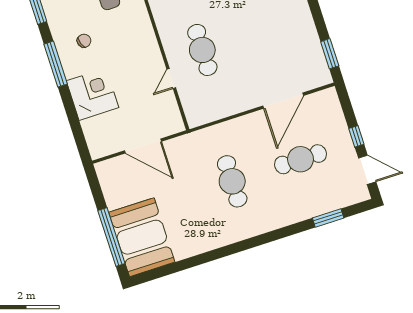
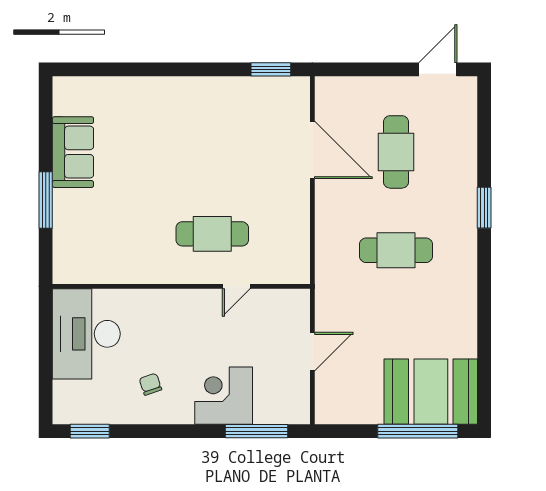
window: (56, 64) -> (257, 431), moved
door: (171, 79) -> (236, 286), hinge flipped
window: (356, 136) -> (390, 69), removed
door: (143, 146) -> (312, 352), width x0.73
window: (328, 218) -> (484, 208), moved

